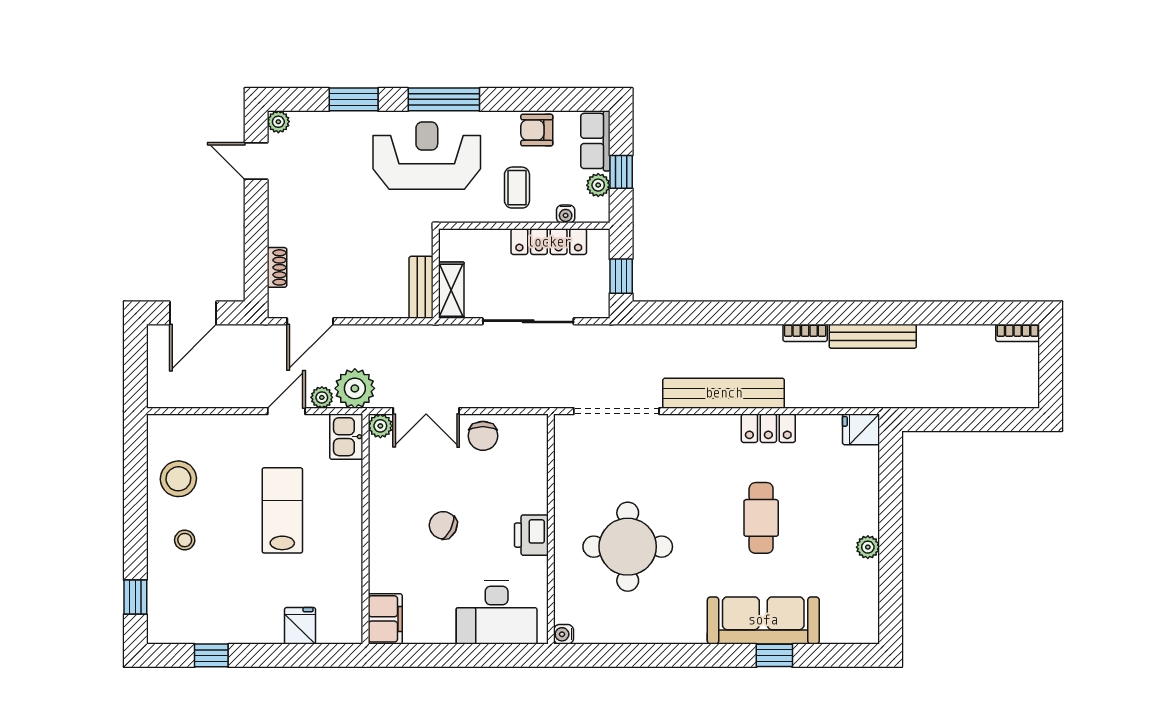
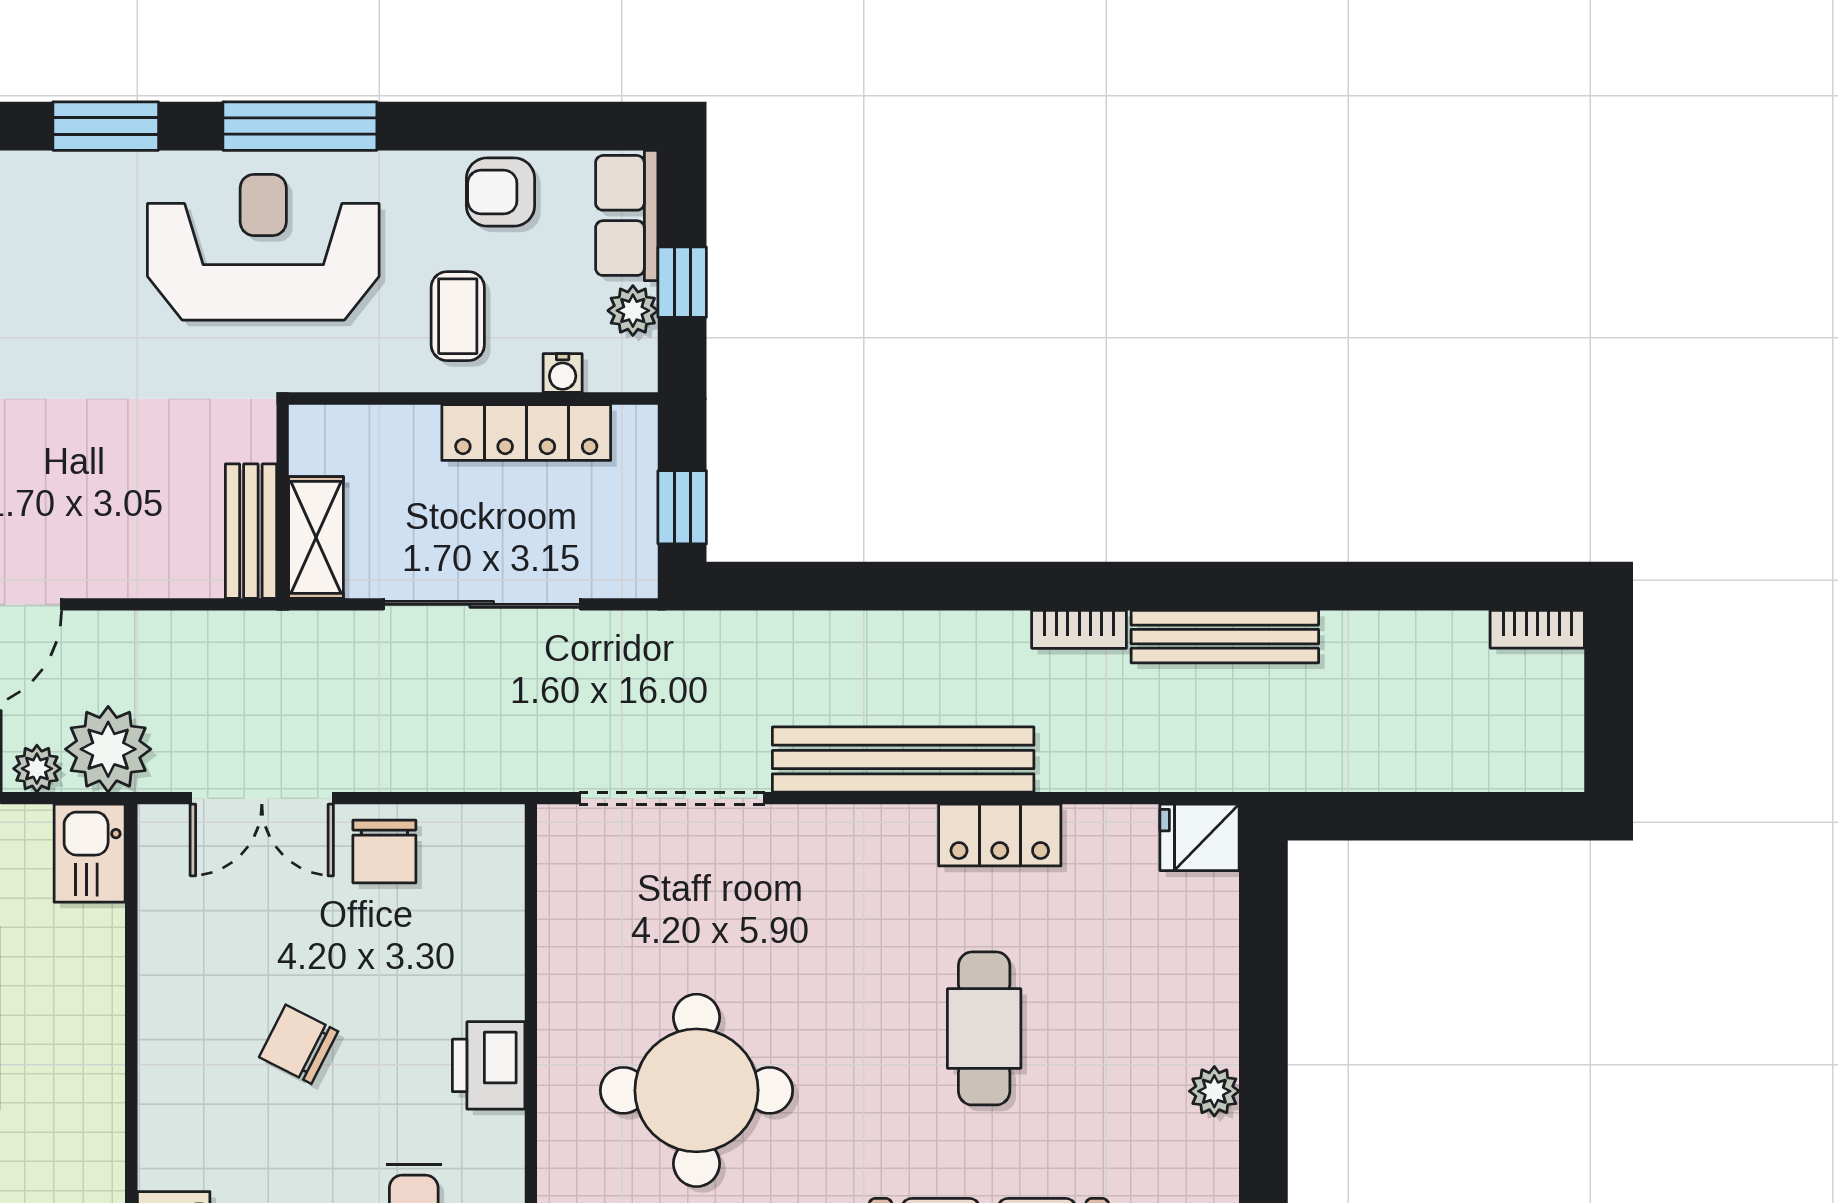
plant: (380, 426) -> (163, 830), removed

